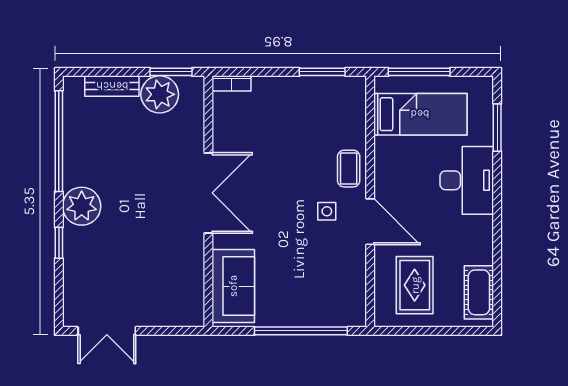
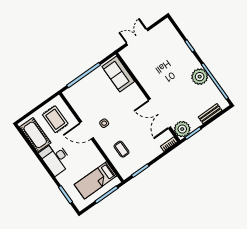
plant: (160, 94) -> (182, 129), moved
coffee table: (349, 169) -> (122, 149), moved
desk: (467, 180) -> (56, 158), moved
double door: (208, 193) -> (159, 114), moved
plant: (82, 206) -> (200, 77), moved
cot: (479, 292) -> (35, 135), width x1.37, depth x1.34
double door: (107, 331) -> (137, 37), moved

